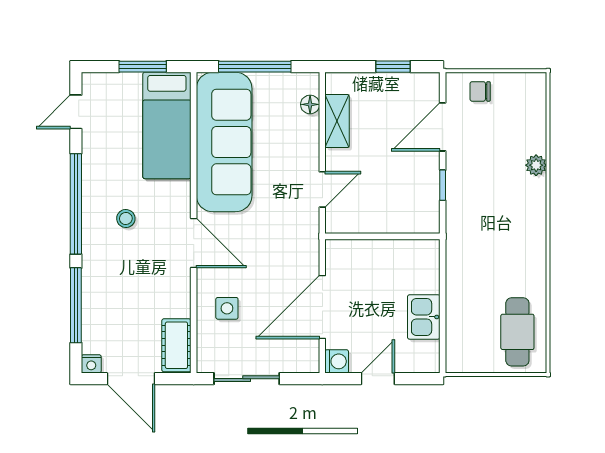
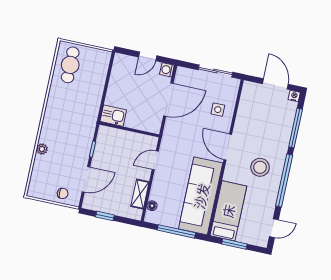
stool: (126, 219) -> (260, 167), width x1.89, depth x1.89
kitchen sink: (424, 317) -> (113, 116), moved, turned -90
cot: (176, 345) -> (248, 96), removed

